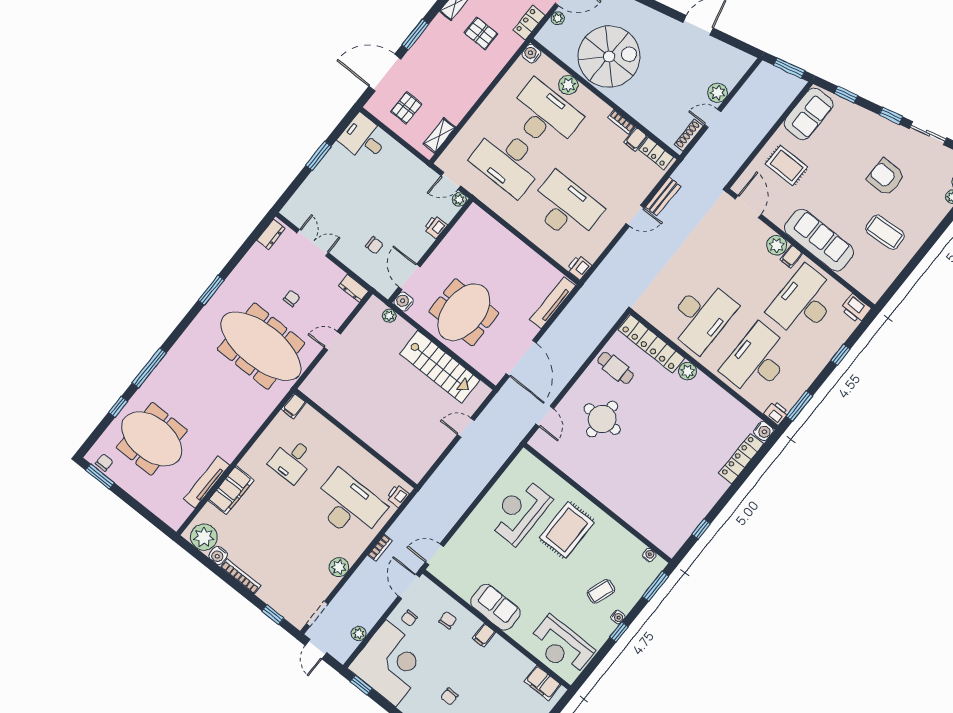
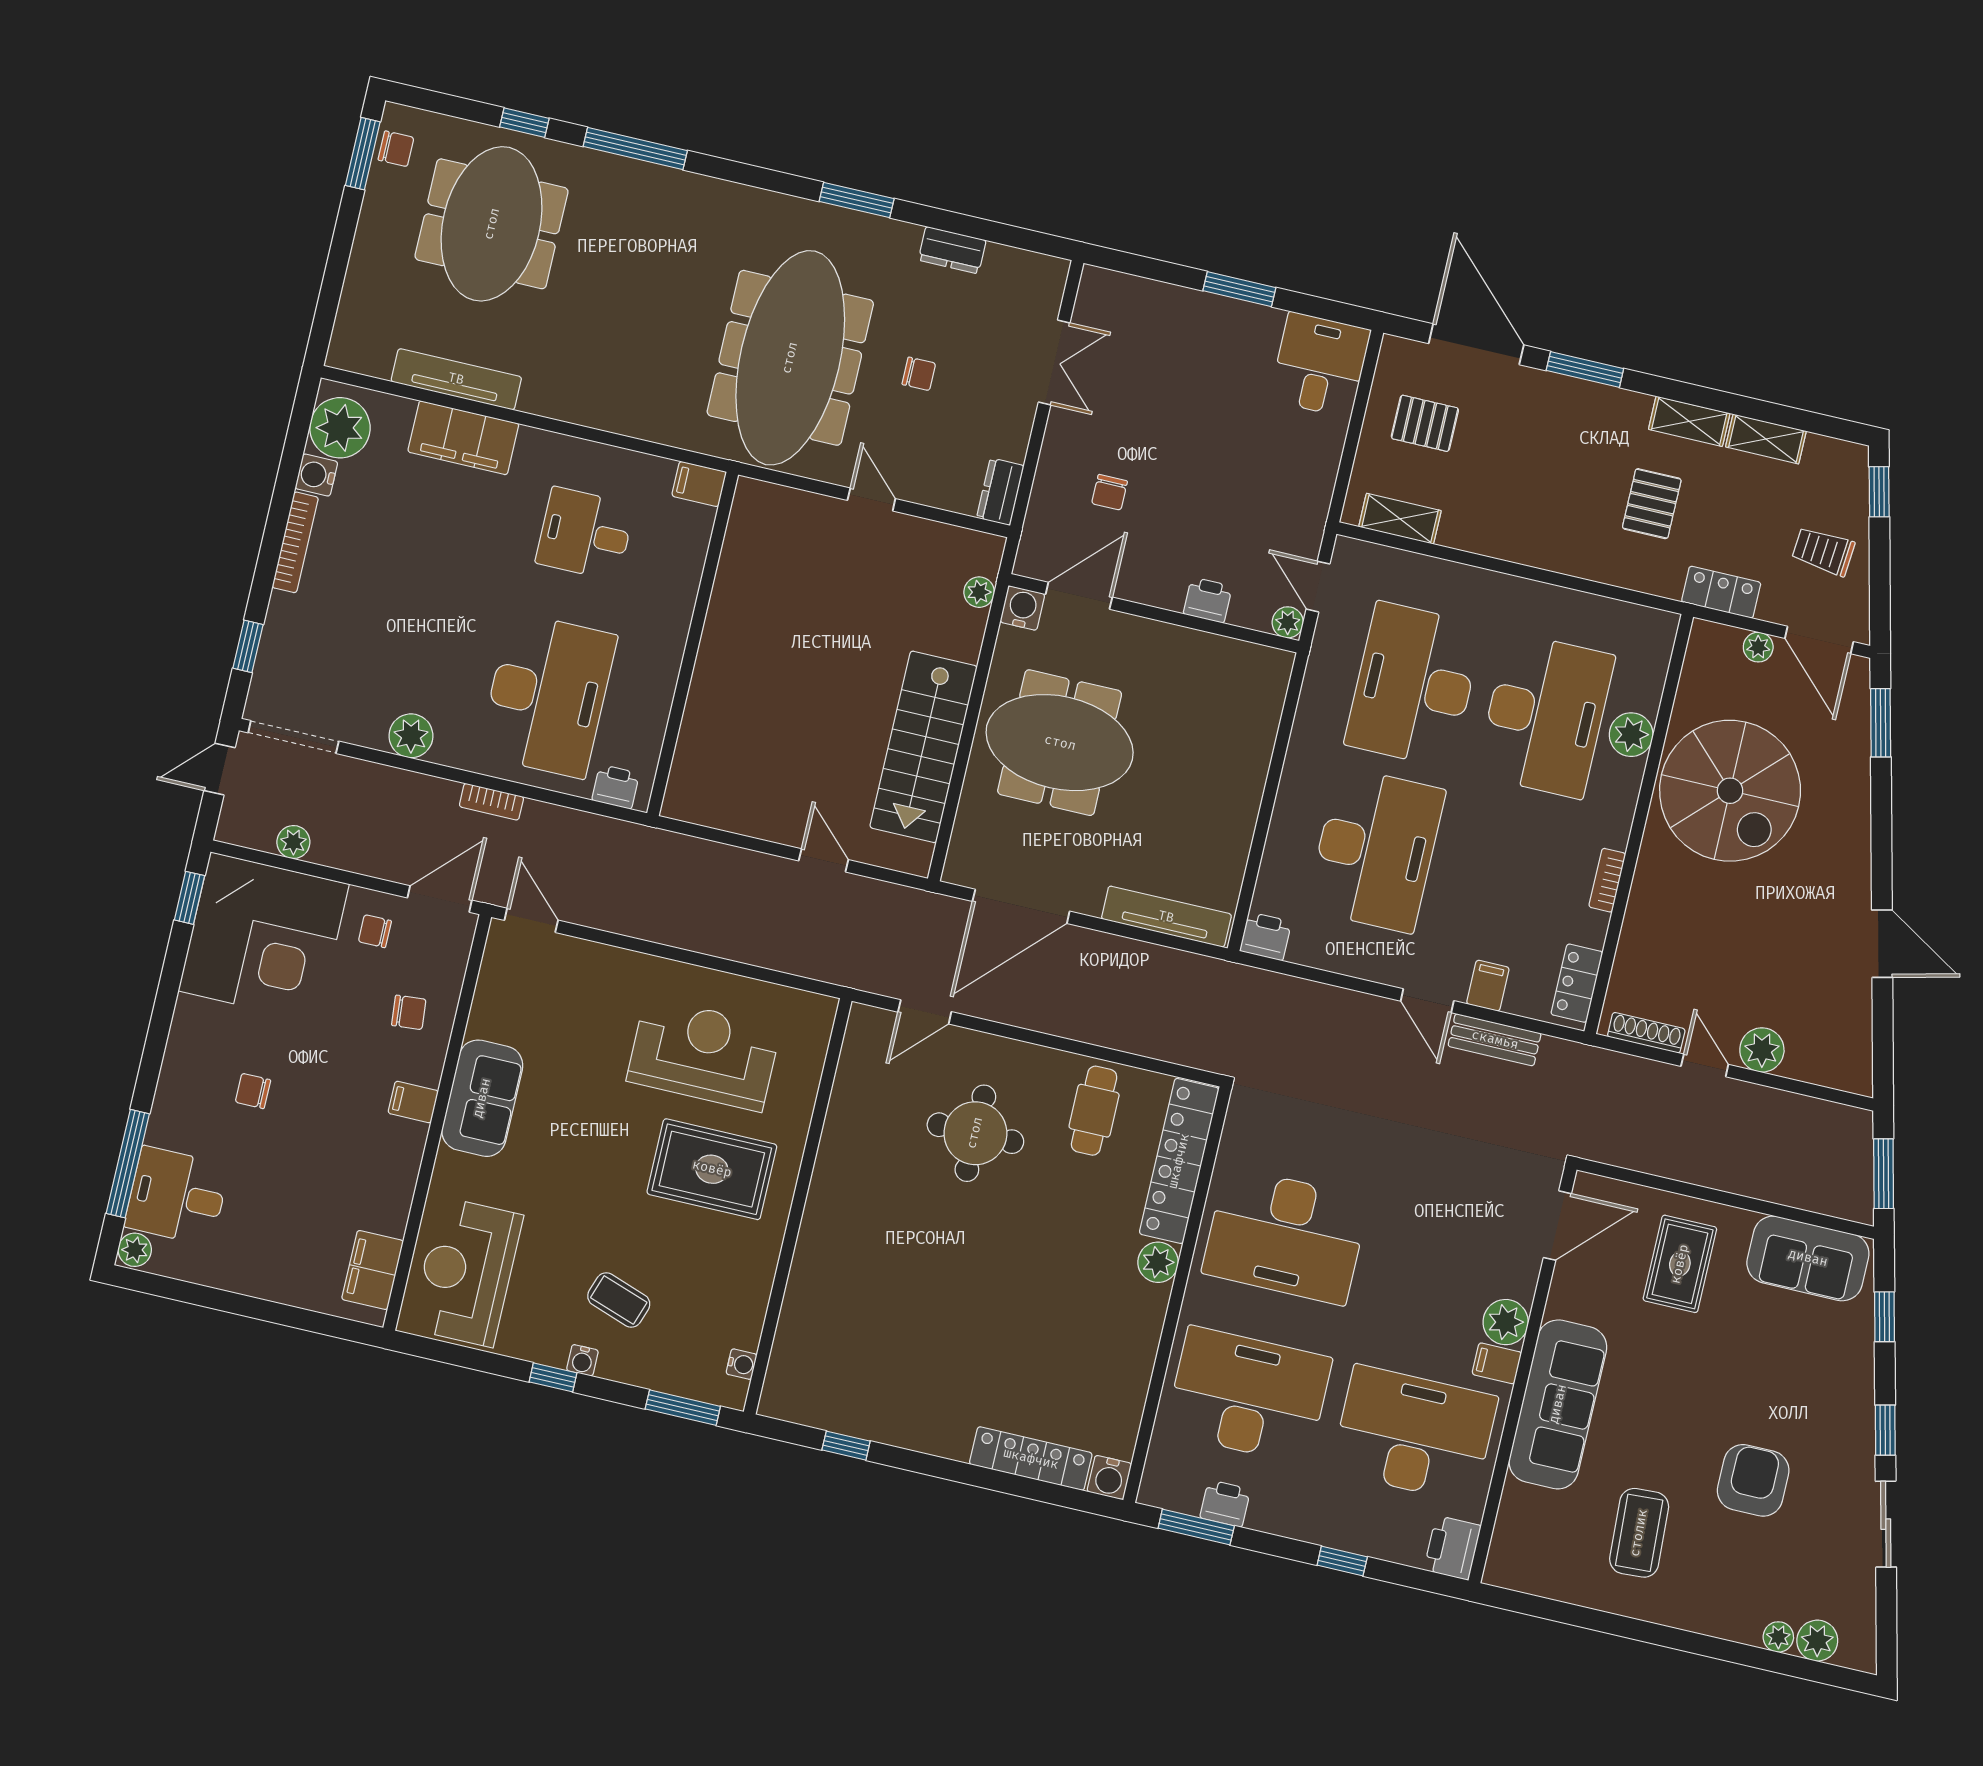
water cooler: (531, 54) -> (1660, 628), removed
filing cabinet: (636, 139) -> (1488, 986), moved, turned 90
dresser: (271, 234) -> (952, 250), moved
printer: (776, 413) -> (1225, 1504), moved, turned -90
doorway: (317, 614) -> (293, 737), width x1.38

